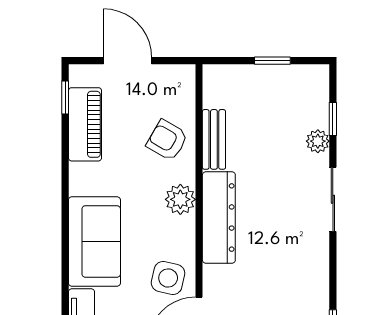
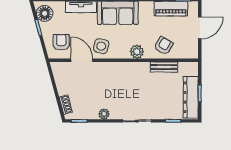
plant: (318, 141) -> (104, 114), moved
dresser: (219, 218) -> (191, 97), moved, turned 90

